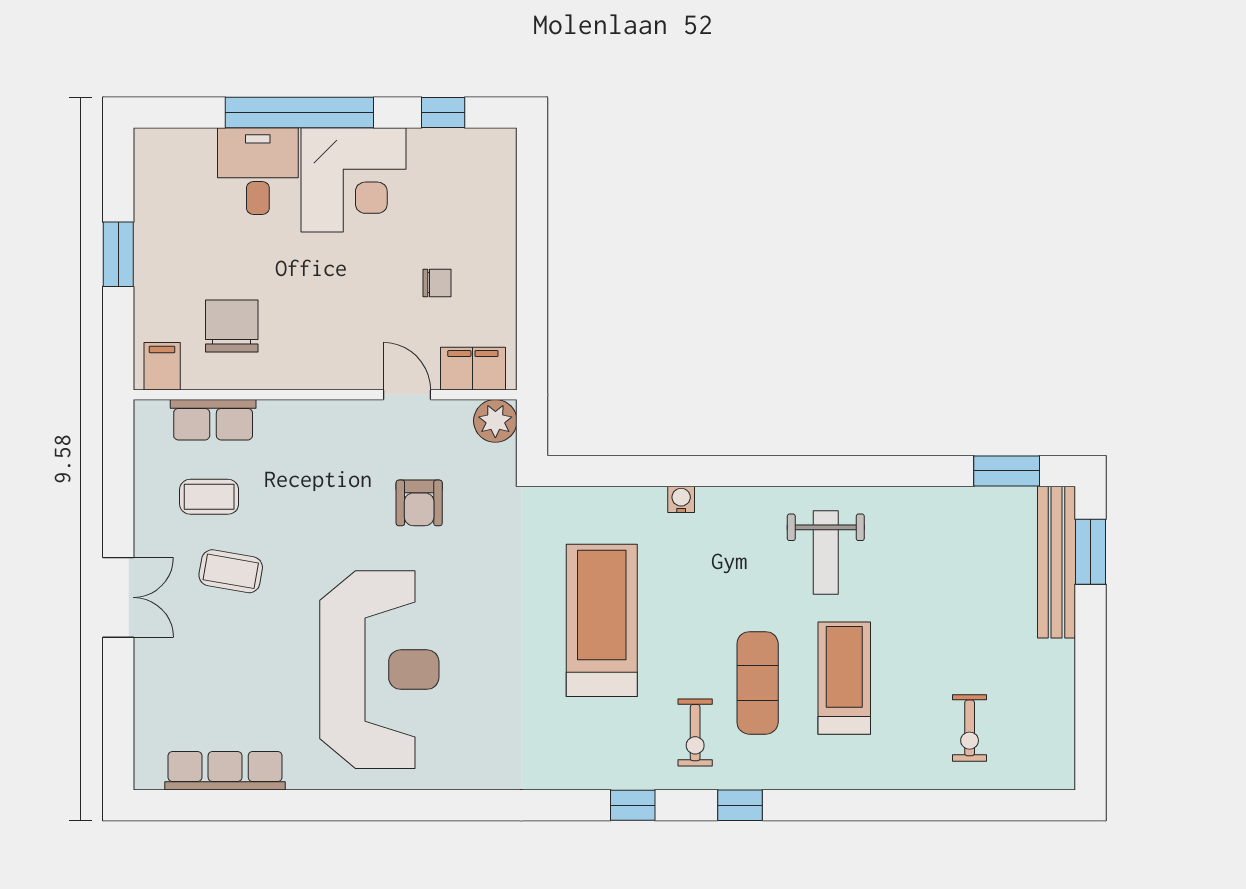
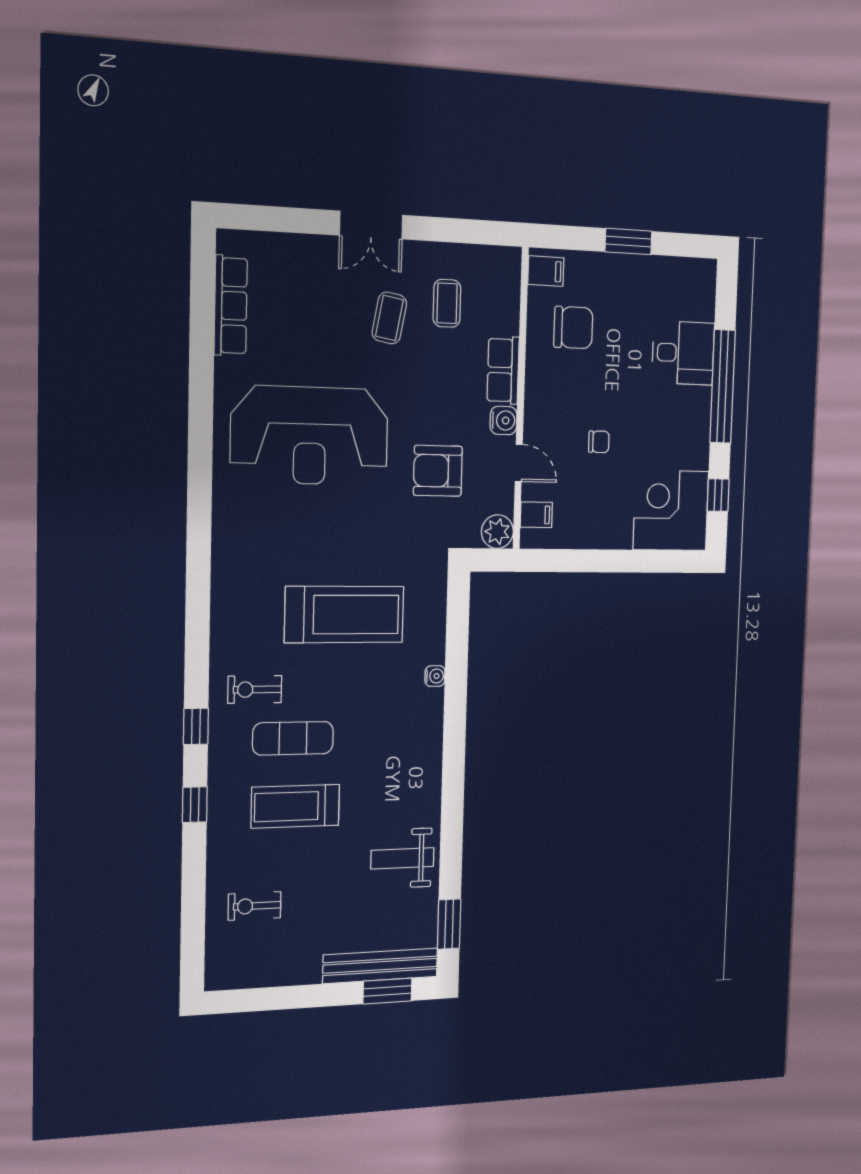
corner desk: (354, 180) -> (671, 510), moved, turned 90
chair: (437, 283) -> (599, 442), moved, turned -90
filing cabinet: (473, 369) -> (536, 515), width x0.50
door: (407, 395) -> (519, 463), hinge flipped
water cooler: (353, 417) -> (504, 420), added
row of seats: (213, 420) -> (503, 370), moved
armchair: (419, 503) -> (438, 471), width x1.38, depth x1.38
weight bench: (826, 552) -> (402, 858), moved
treadmill: (844, 678) -> (295, 806), turned 180
window: (633, 805) -> (195, 805), moved

